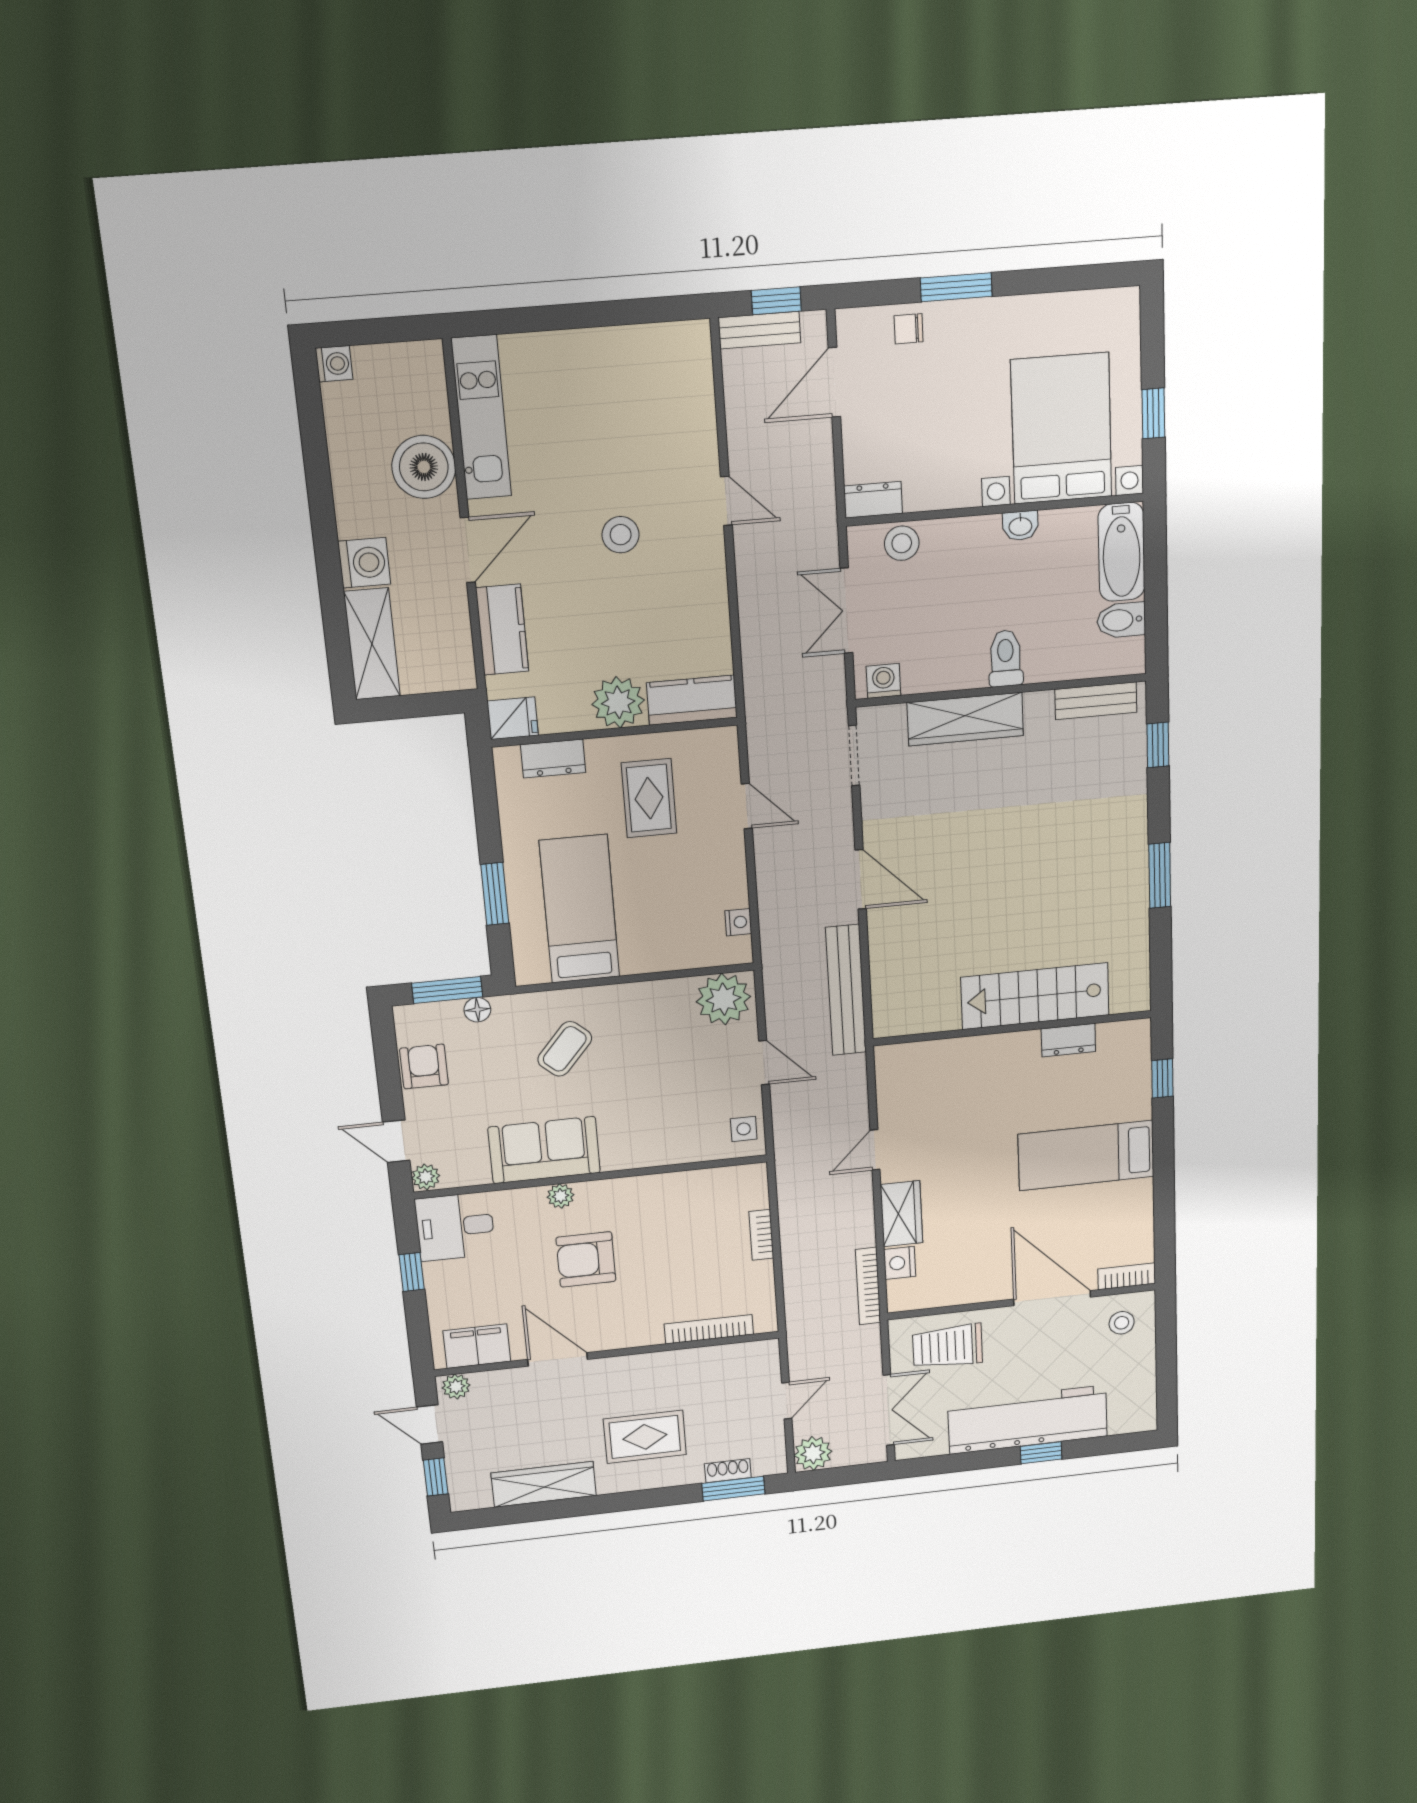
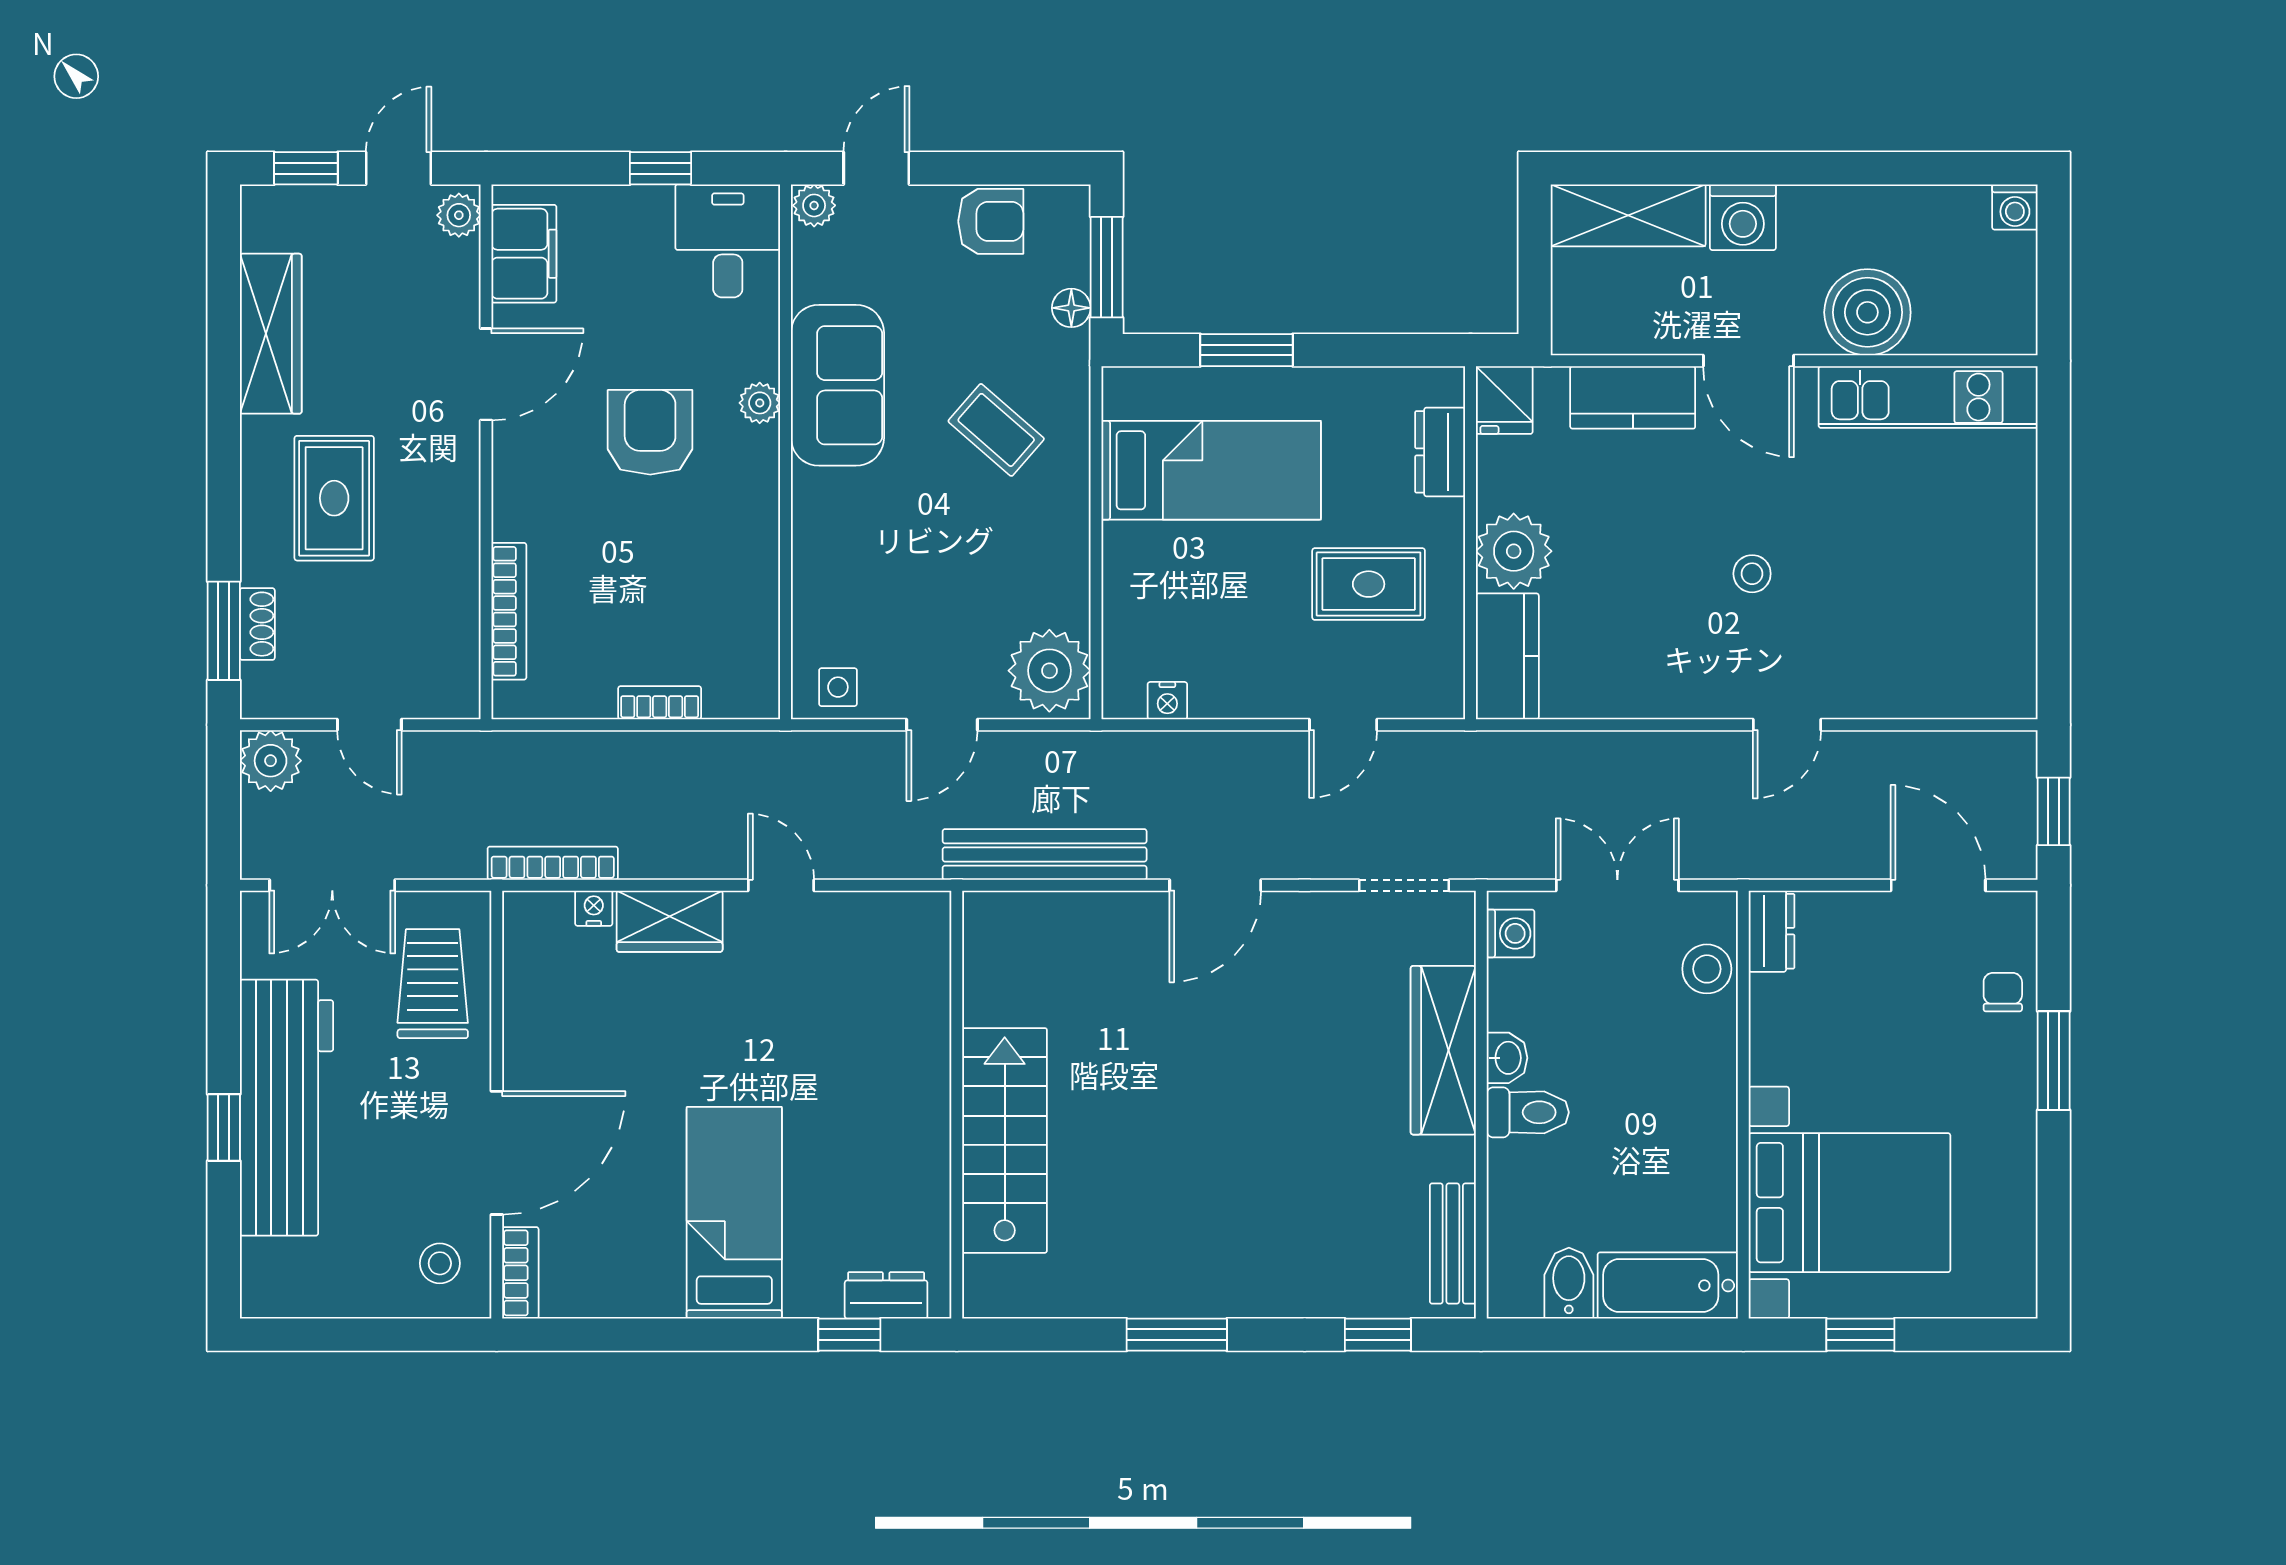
bench: (760, 330) -> (2016, 786), removed
washbasin: (1020, 526) -> (1507, 1058), moved, turned 180
stool: (621, 535) -> (1752, 574), width x0.73, depth x0.73
dresser: (1068, 1040) -> (886, 1295), moved, turned 90
nightstand: (900, 1263) -> (594, 908), width x0.72, depth x0.74

